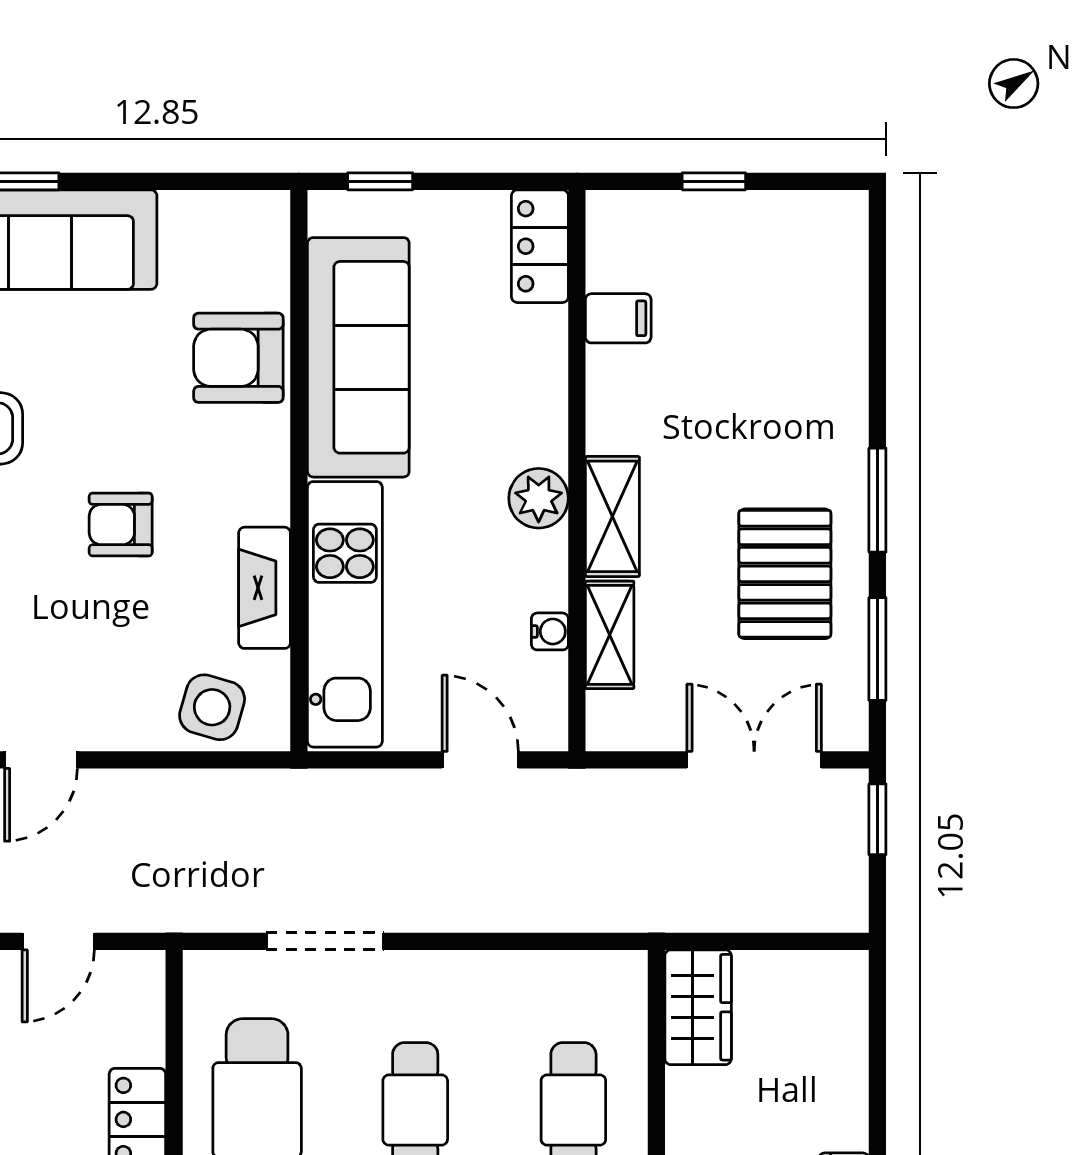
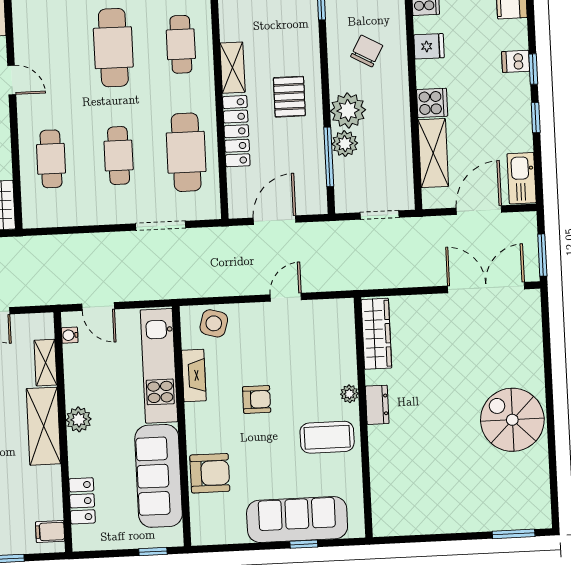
locker: (540, 246) -> (82, 501), moved
filing cabinet: (618, 318) -> (50, 532), moved
shelving: (612, 516) -> (44, 426), width x1.50, depth x1.33
water cooler: (550, 631) -> (70, 335), moved
door: (58, 941) -> (275, 220), width x1.38

